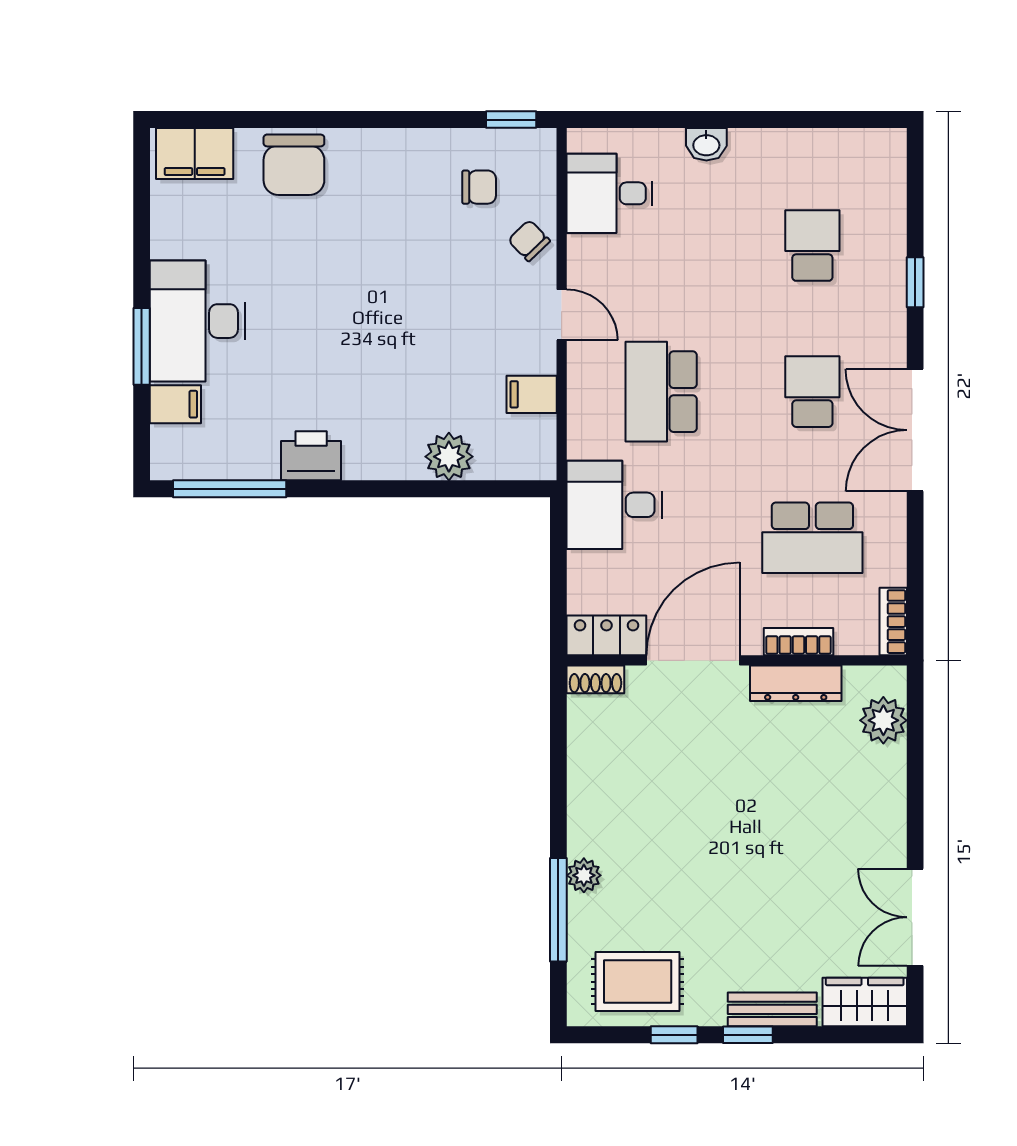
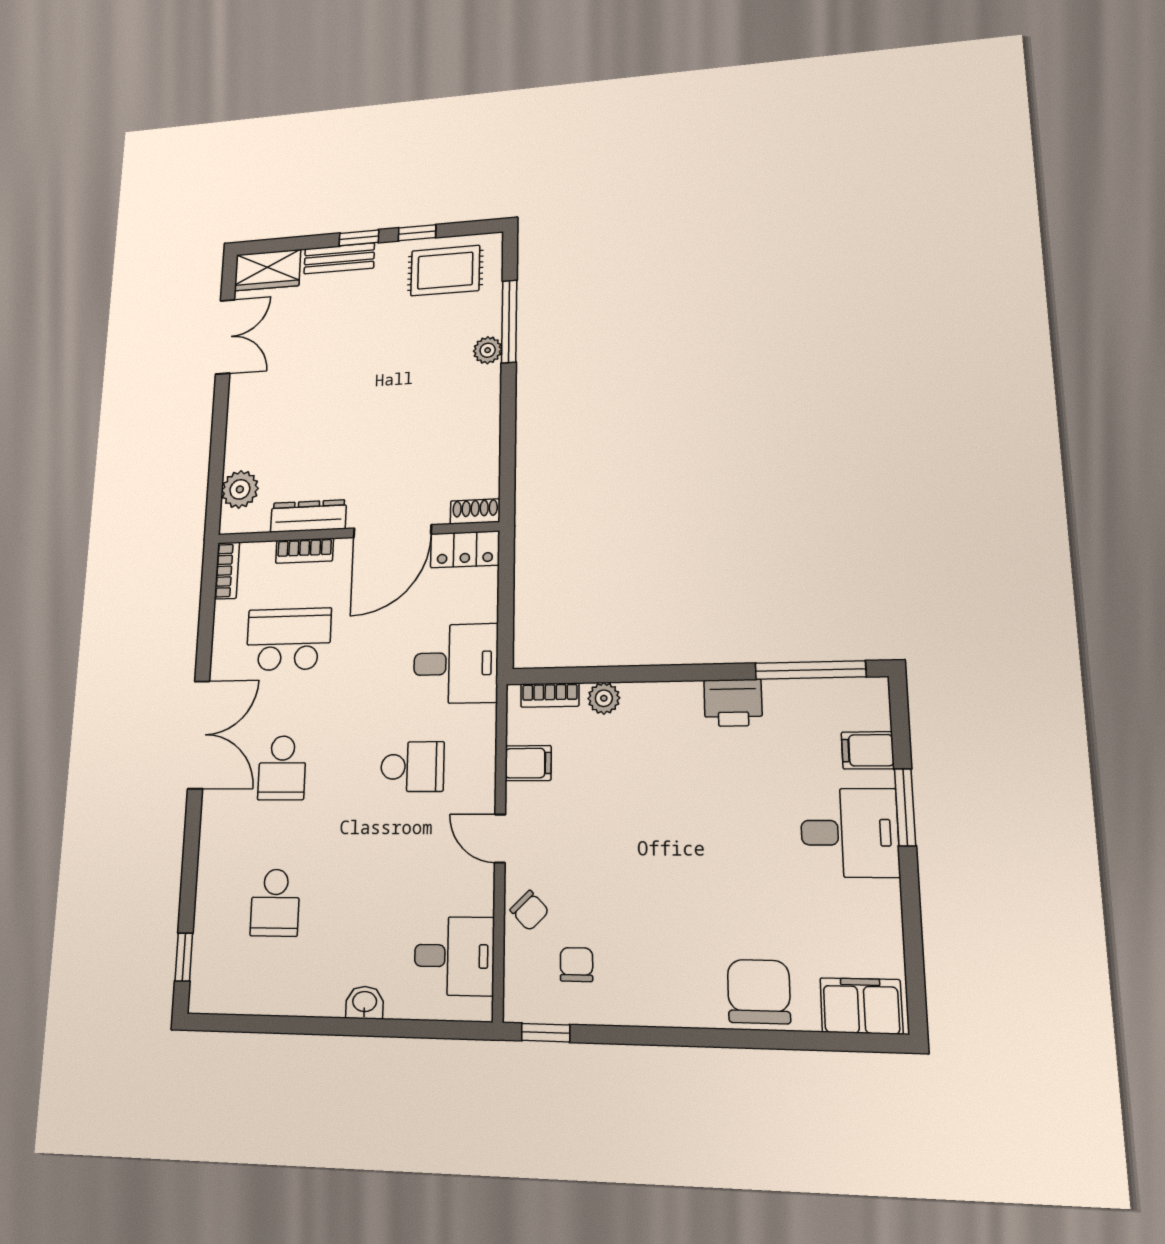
chair: (479, 187) -> (576, 965), turned 90
window: (915, 282) -> (184, 957), moved
desk: (198, 321) -> (850, 833), width x0.73
school desk: (661, 392) -> (412, 767), width x0.54
plant: (449, 457) -> (604, 698), width x0.73, depth x0.73
bookcase: (508, 468) -> (550, 695), added

